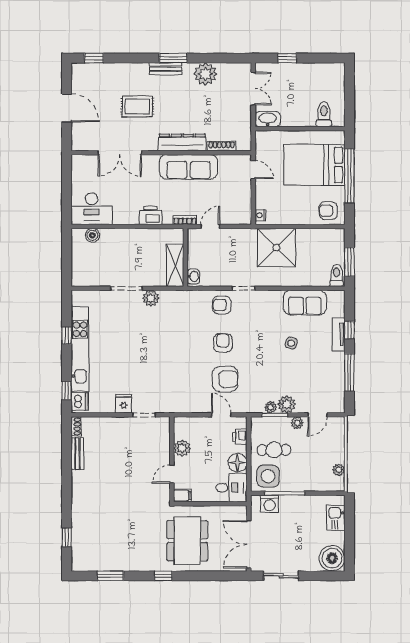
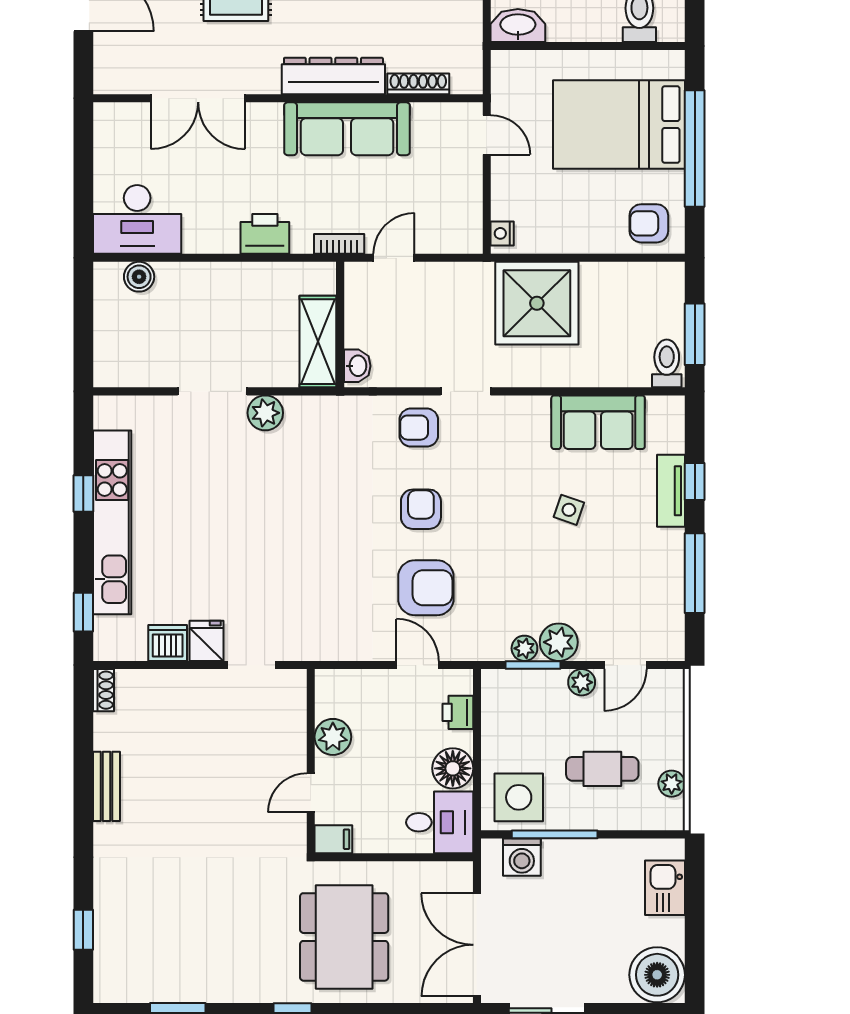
dishwasher: (80, 402) -> (168, 643), moved, turned -90
cafe table: (274, 450) -> (602, 769), moved
bench: (77, 454) -> (107, 786), moved

